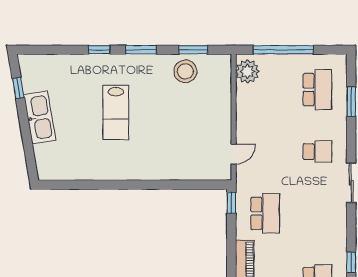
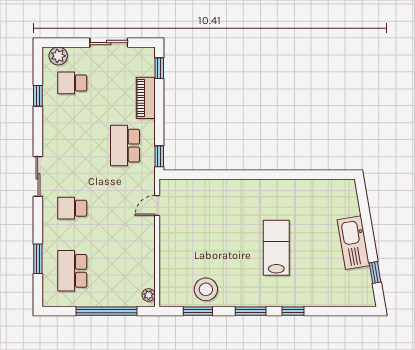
plant: (248, 71) -> (149, 295), width x0.53, depth x0.53

